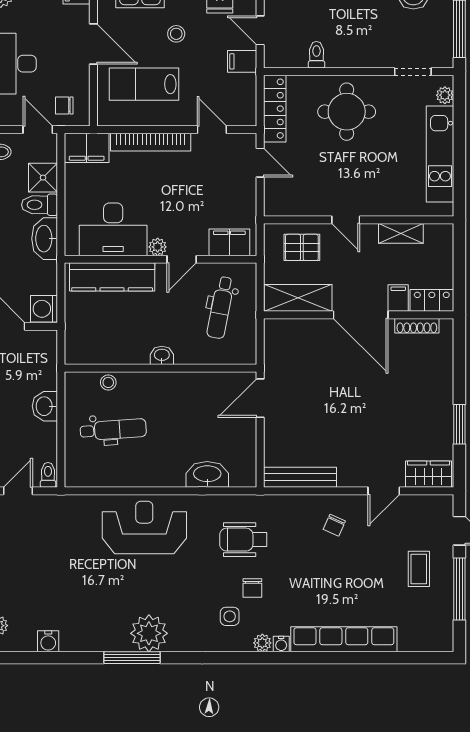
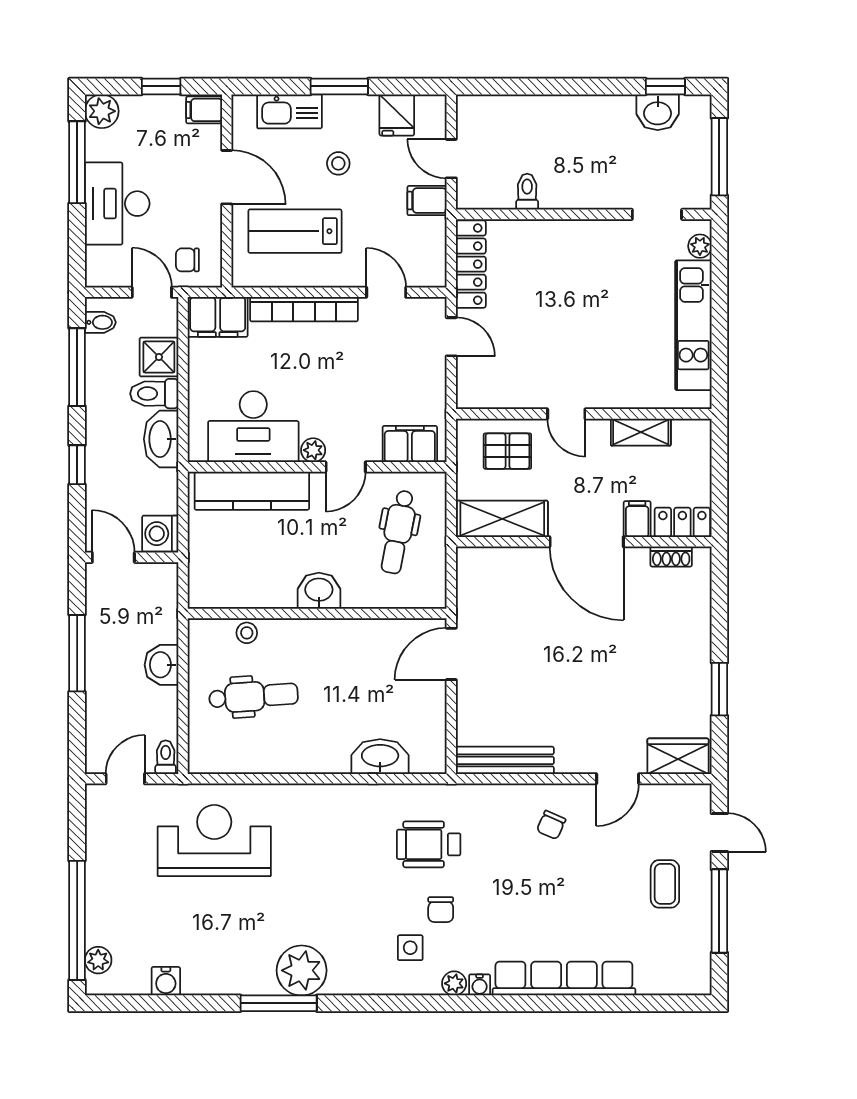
round table: (347, 112) -> (568, 268), removed
shoe rack: (417, 326) -> (671, 557), width x0.70
washbasin: (162, 355) -> (319, 591), width x1.38, depth x1.45
reception desk: (144, 528) -> (214, 840), moved

